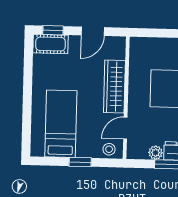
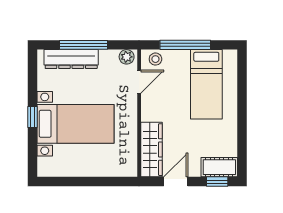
wardrobe: (114, 87) -> (152, 150), moved
plant: (156, 153) -> (127, 57), moved
window: (80, 162) -> (185, 45), width x2.17

